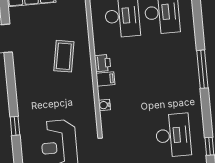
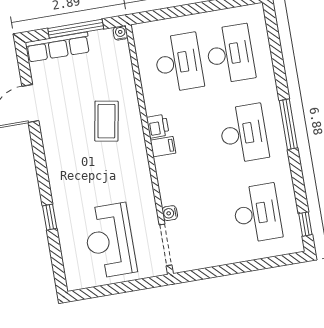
desk: (168, 74) -> (244, 134), added
water cooler: (104, 105) -> (170, 213), moved

